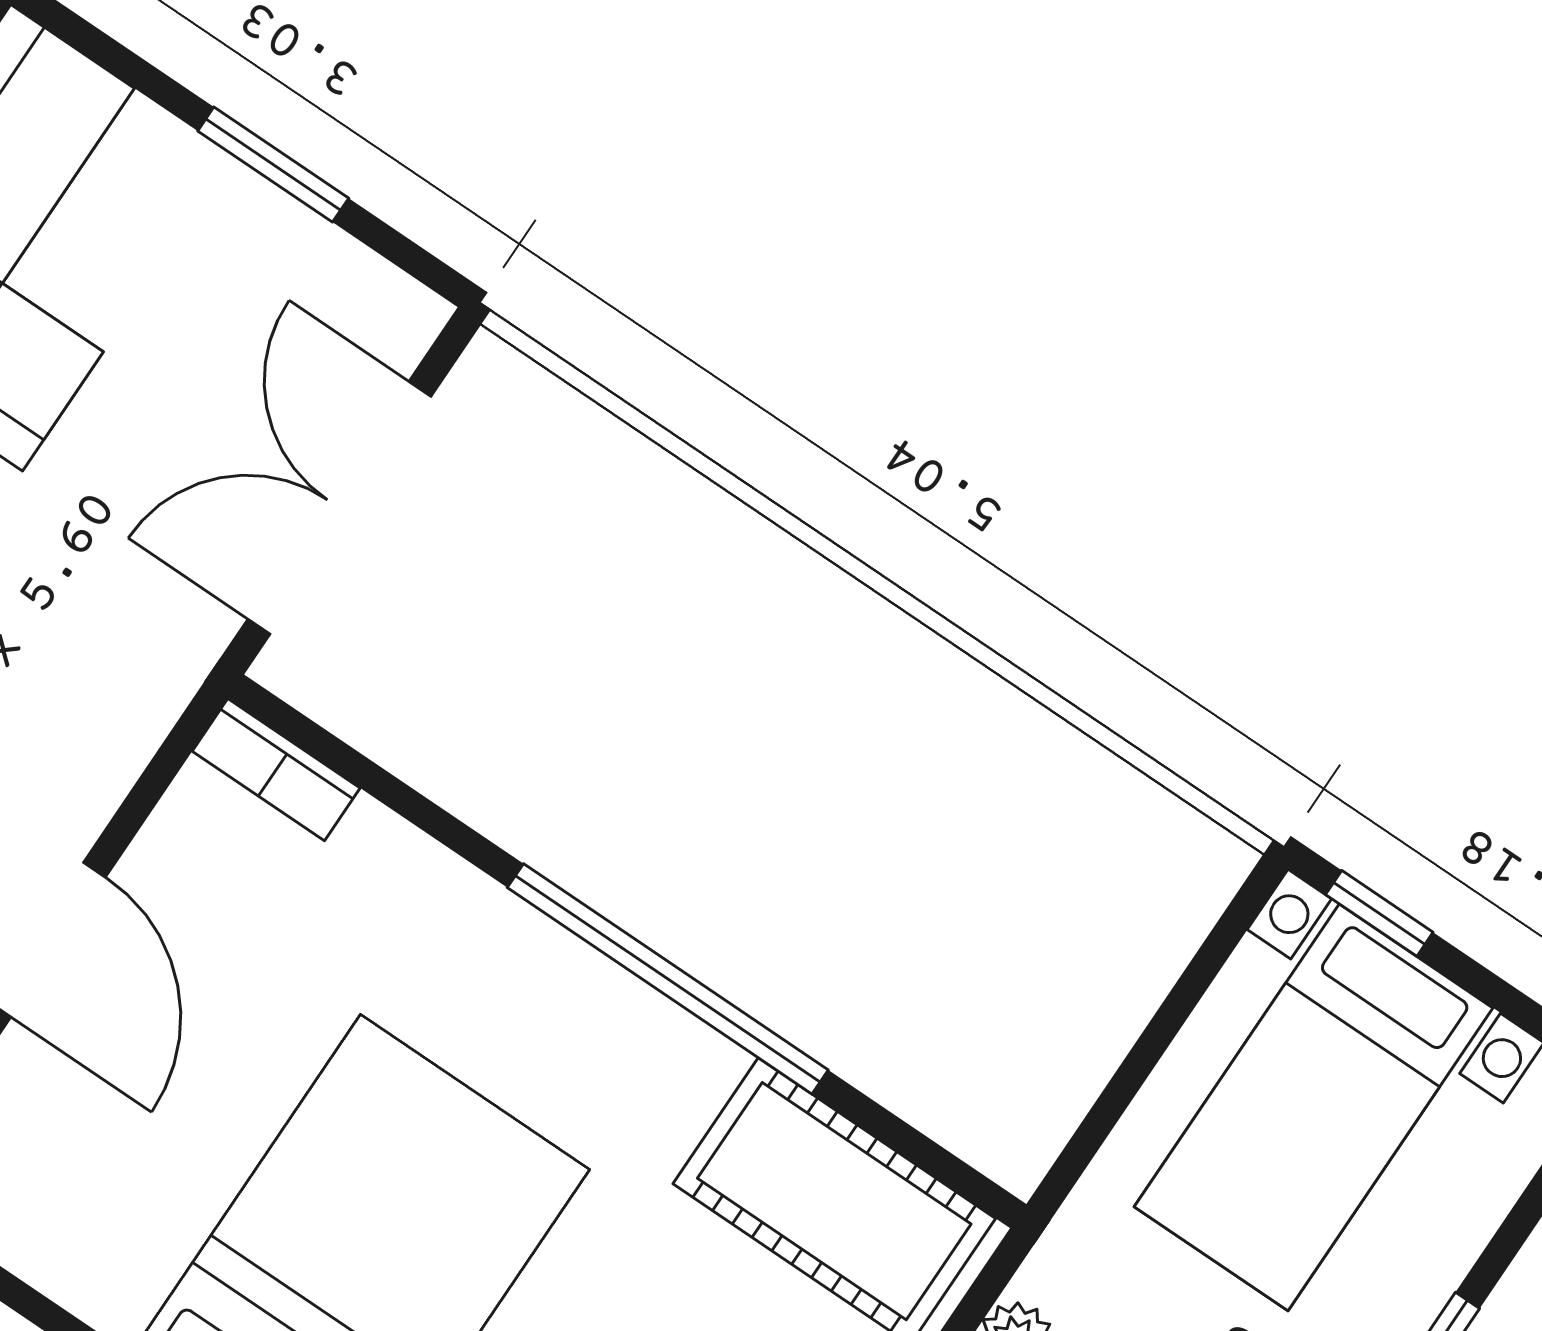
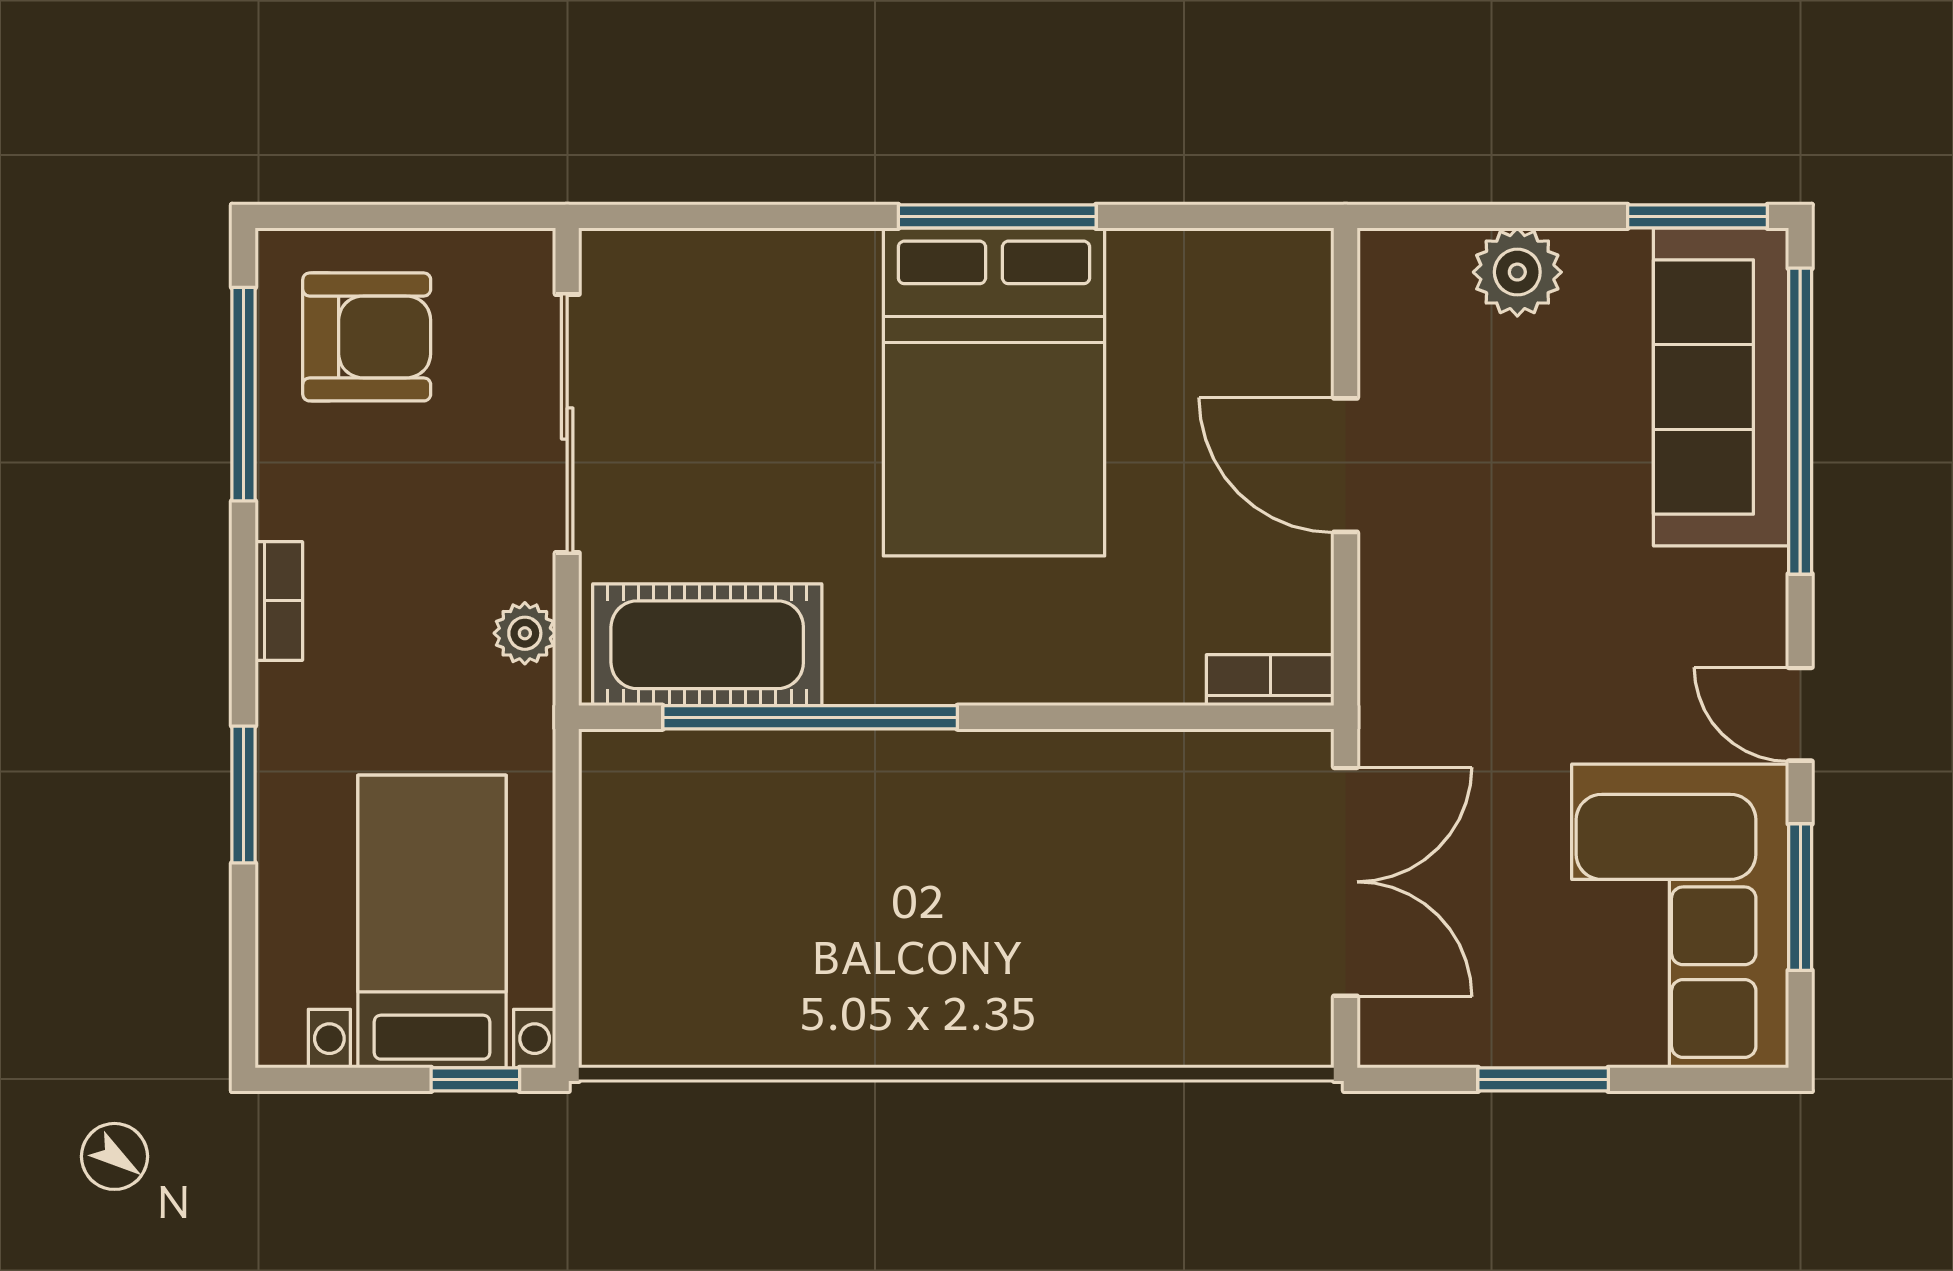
window: (668, 979) -> (810, 717), moved

